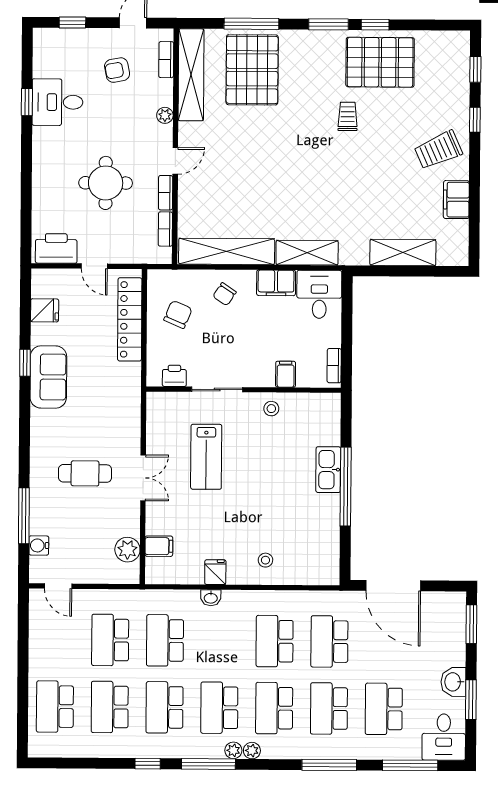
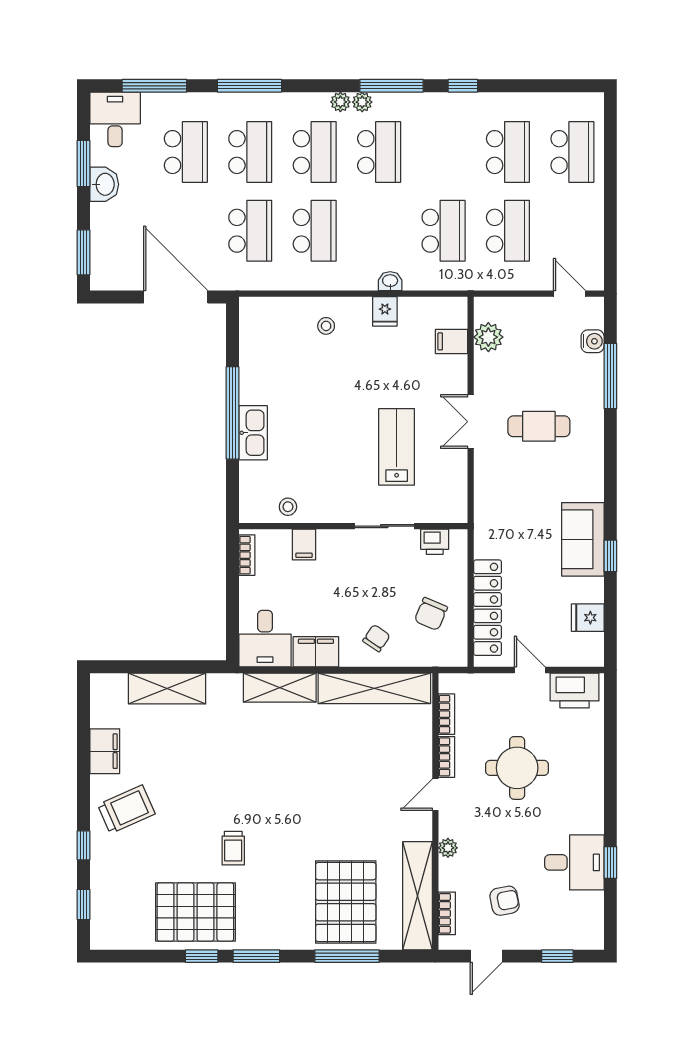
stool: (271, 409) -> (288, 507), moved
school desk: (164, 707) -> (444, 152), removed

